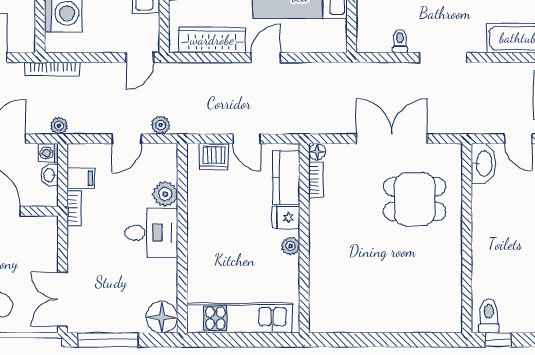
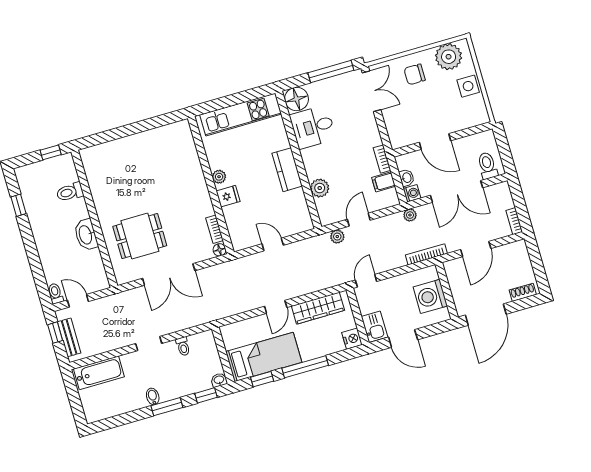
doorway: (443, 58) -> (149, 343), width x0.73
dishwasher: (214, 157) -> (292, 225), removed
washbasin: (484, 163) -> (86, 235), moved
kitchen counter: (286, 177) -> (287, 170), moved, turned 180
desk: (151, 233) -> (313, 127), moved
toilet: (489, 316) -> (70, 192), moved, turned 90

